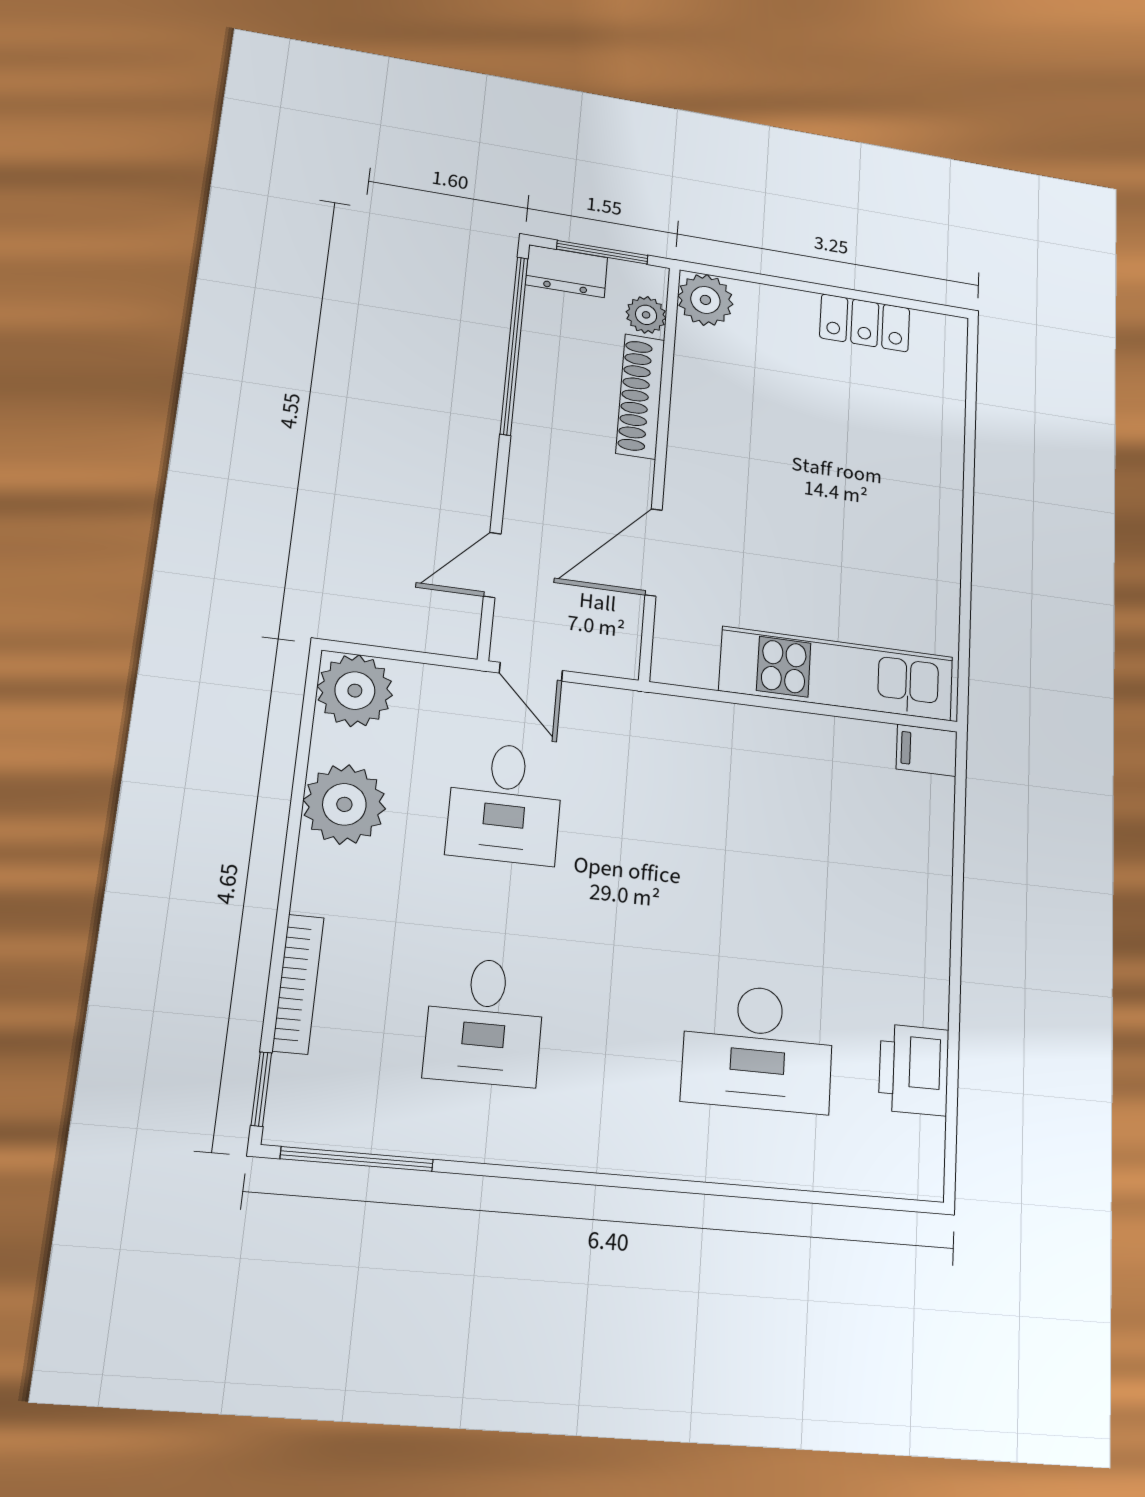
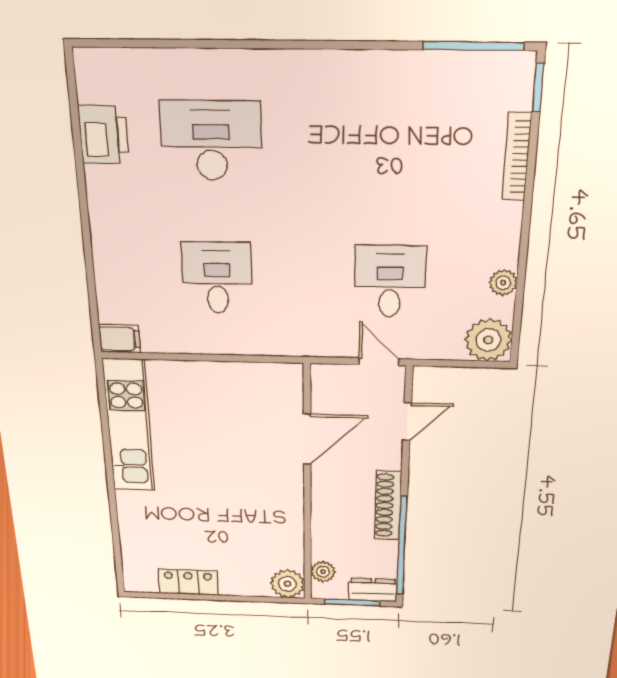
shoe rack: (640, 396) -> (388, 506), moved, turned 180
kitchen unit: (837, 674) -> (129, 426), moved, turned -90
plant: (344, 804) -> (503, 283), width x0.53, depth x0.53
desk: (485, 1021) -> (217, 278), moved

